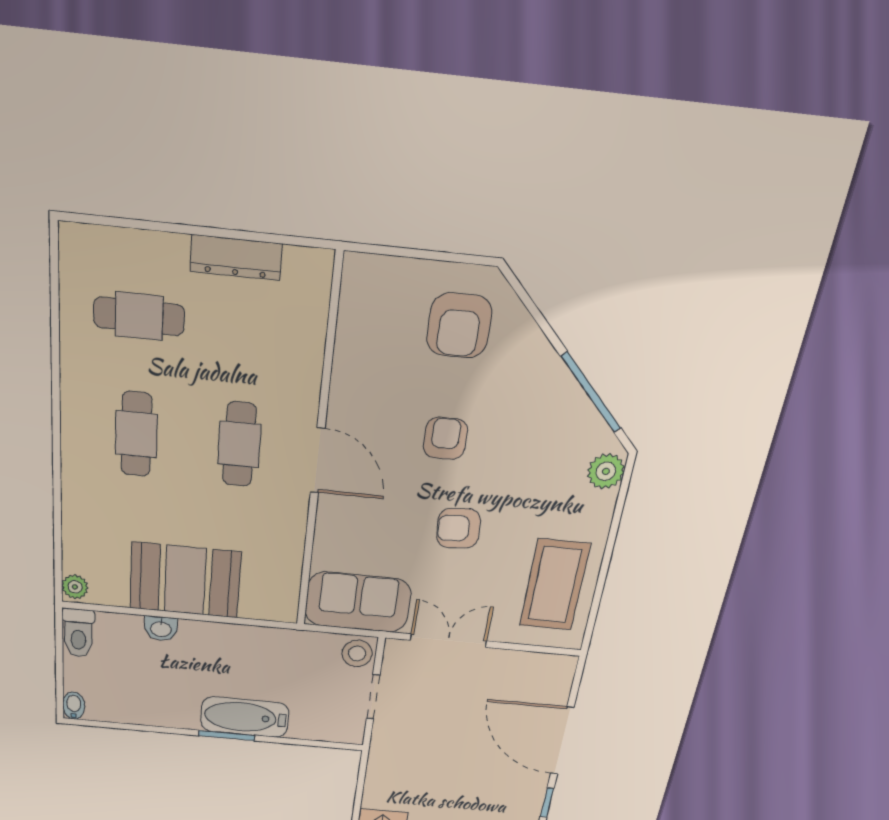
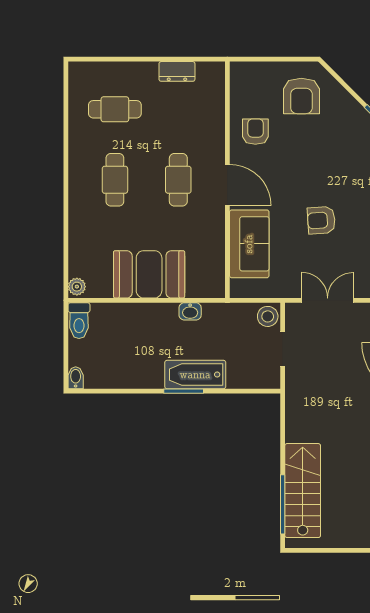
dresser: (236, 258) -> (177, 71), width x0.70
armchair: (445, 438) -> (255, 132), moved
sofa: (358, 602) -> (249, 244), moved, turned 90
washbasin: (161, 629) -> (190, 311), moved

